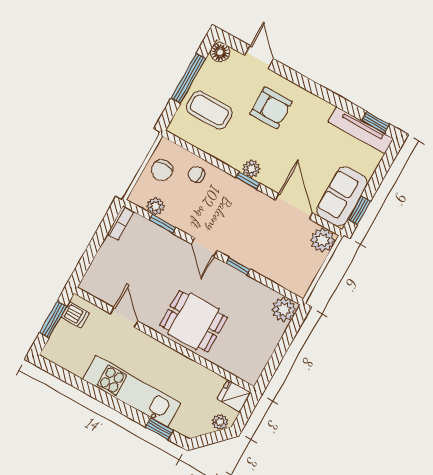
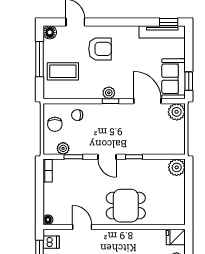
floor lamp: (87, 284) -> (48, 220), added

